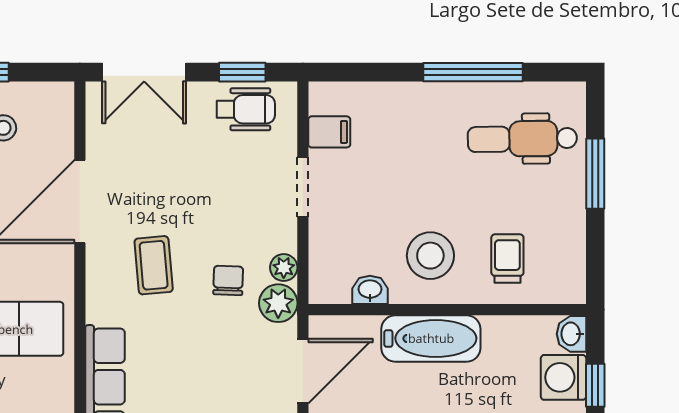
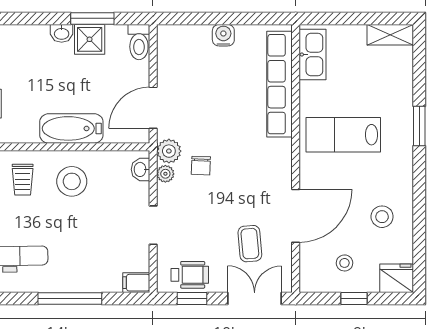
window: (473, 72) -> (70, 299), moved
wheelchair: (246, 109) -> (190, 275), turned 180
filing cabinet: (329, 132) -> (136, 283), moved
coffee table: (154, 265) -> (250, 244), moved
washbasin: (370, 290) -> (141, 169), moved, turned 90

